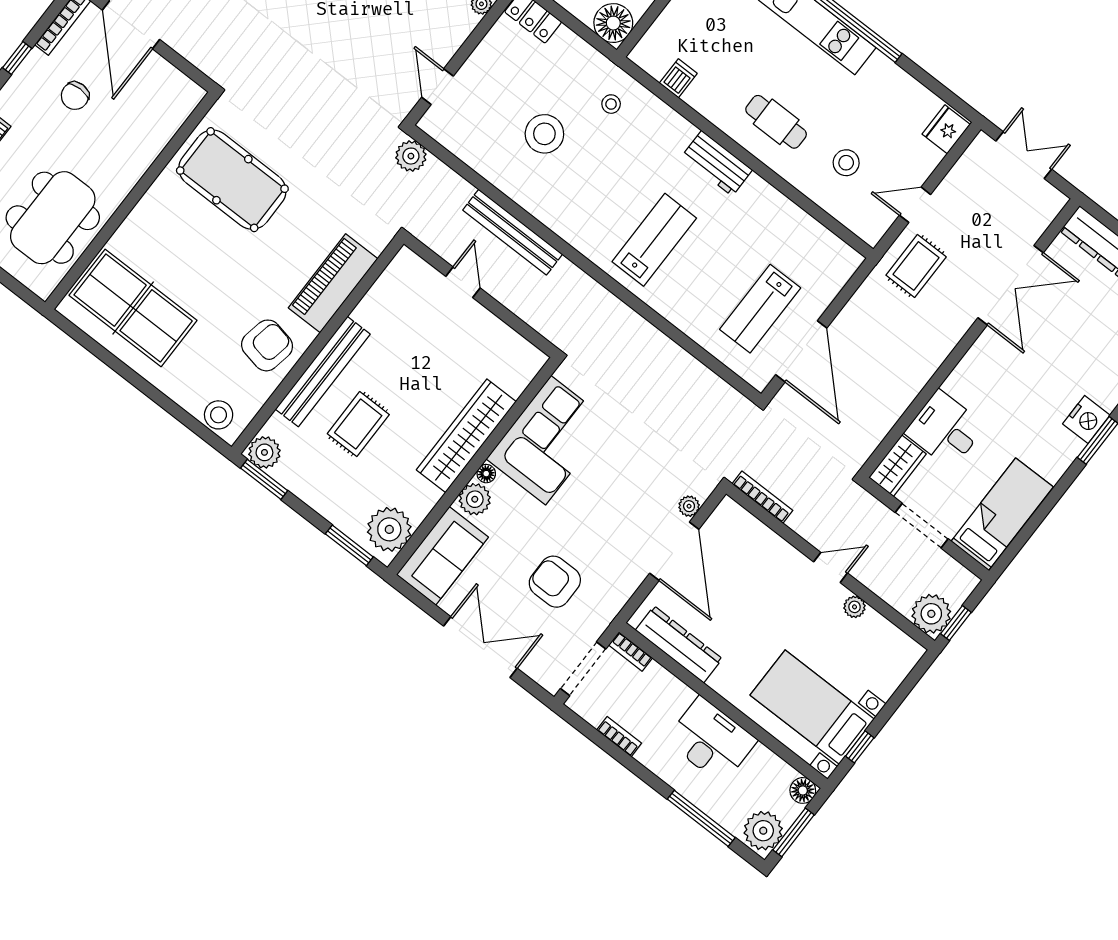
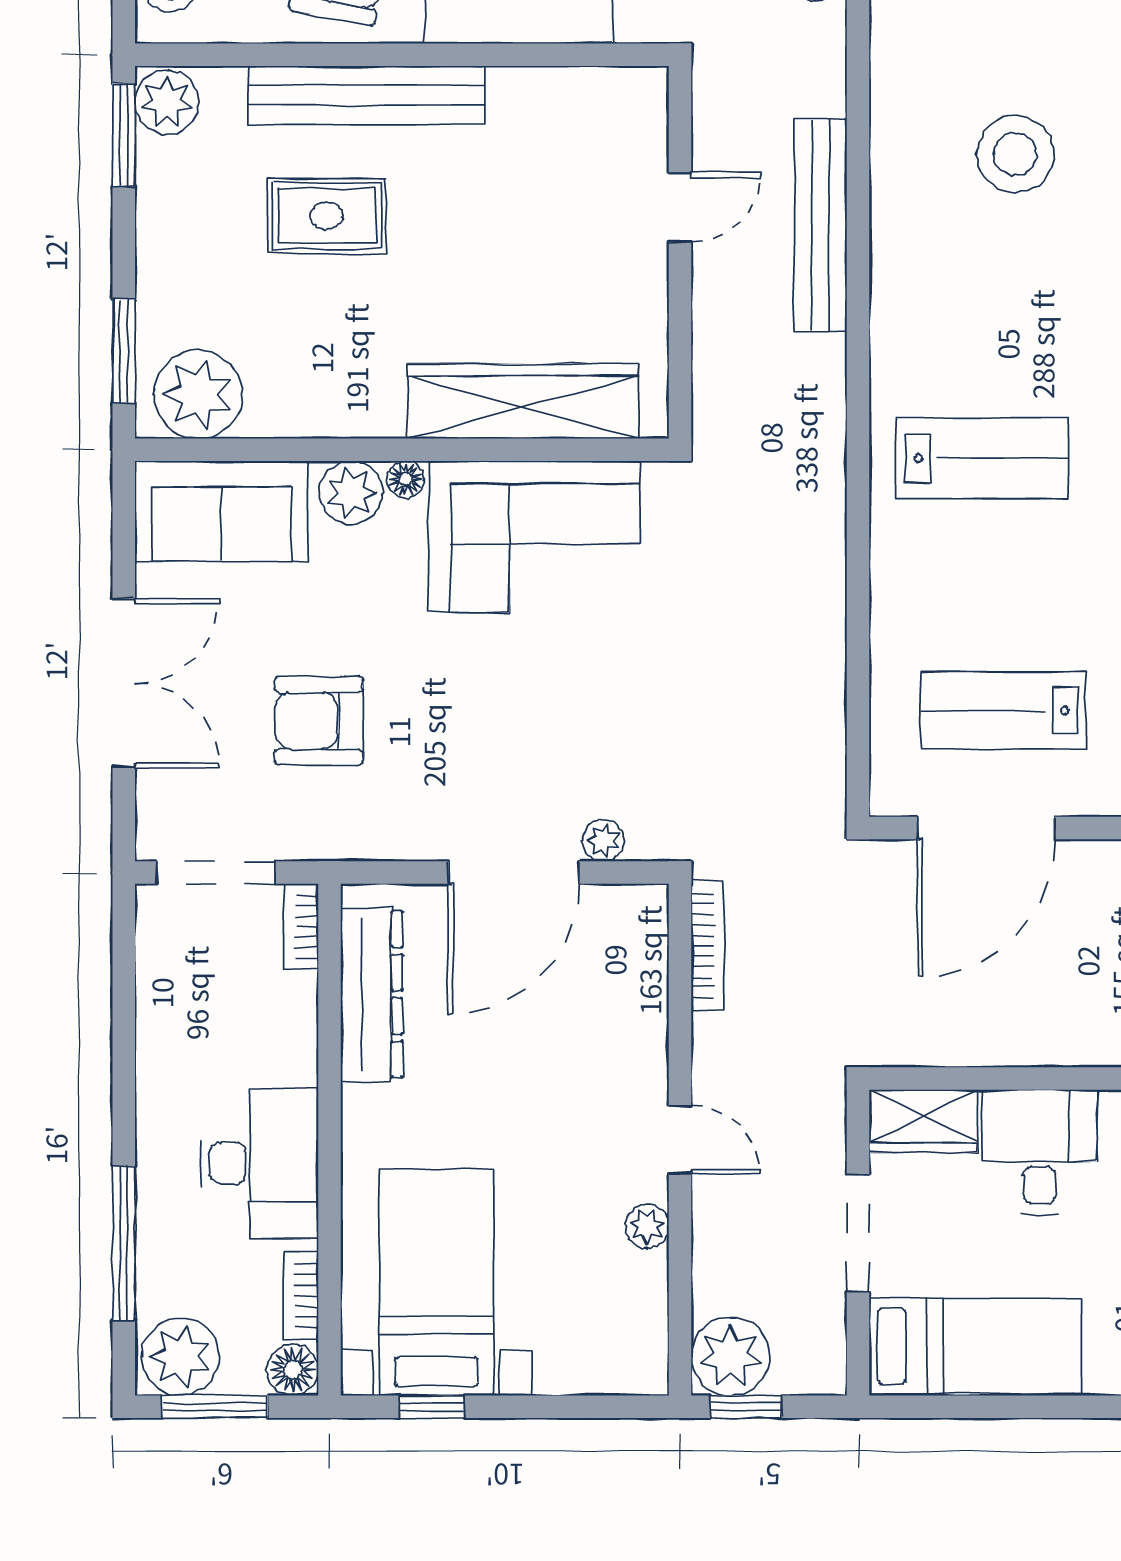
wardrobe: (466, 436) -> (523, 401), moved
armchair: (555, 582) -> (319, 721), turned -90
bookcase: (619, 737) -> (301, 1296), moved, turned 180

